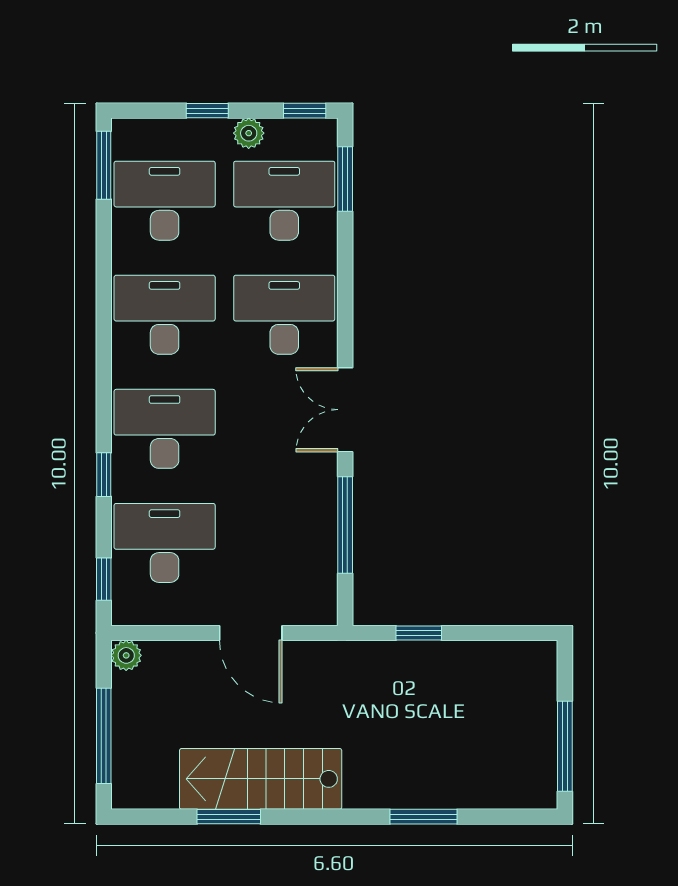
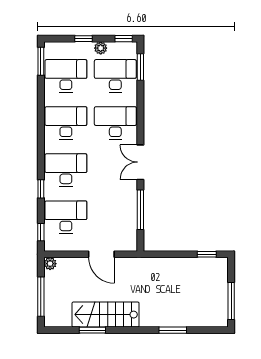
window: (419, 633) -> (207, 254), moved

